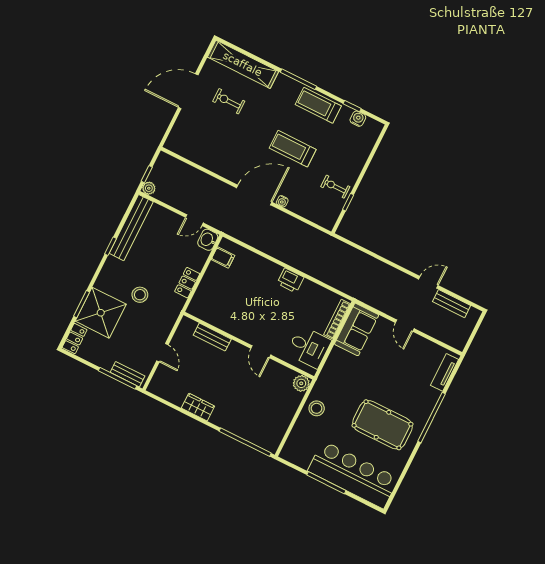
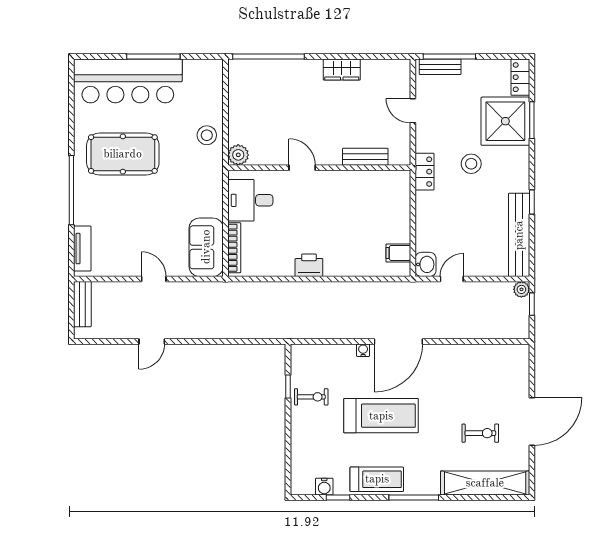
treadmill: (293, 149) -> (381, 416), width x1.37, depth x1.38
locker: (187, 283) -> (425, 172), moved
bench: (452, 304) -> (82, 304), moved, turned 90

